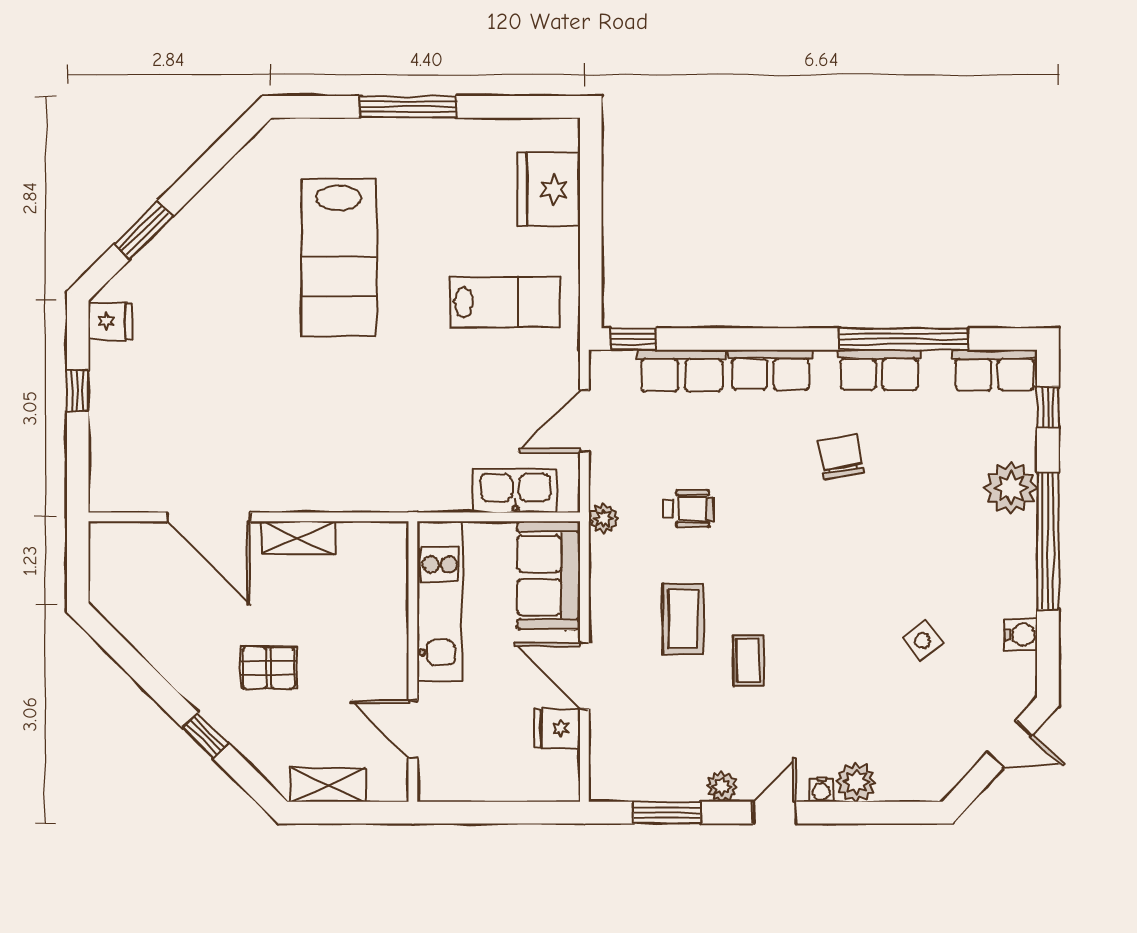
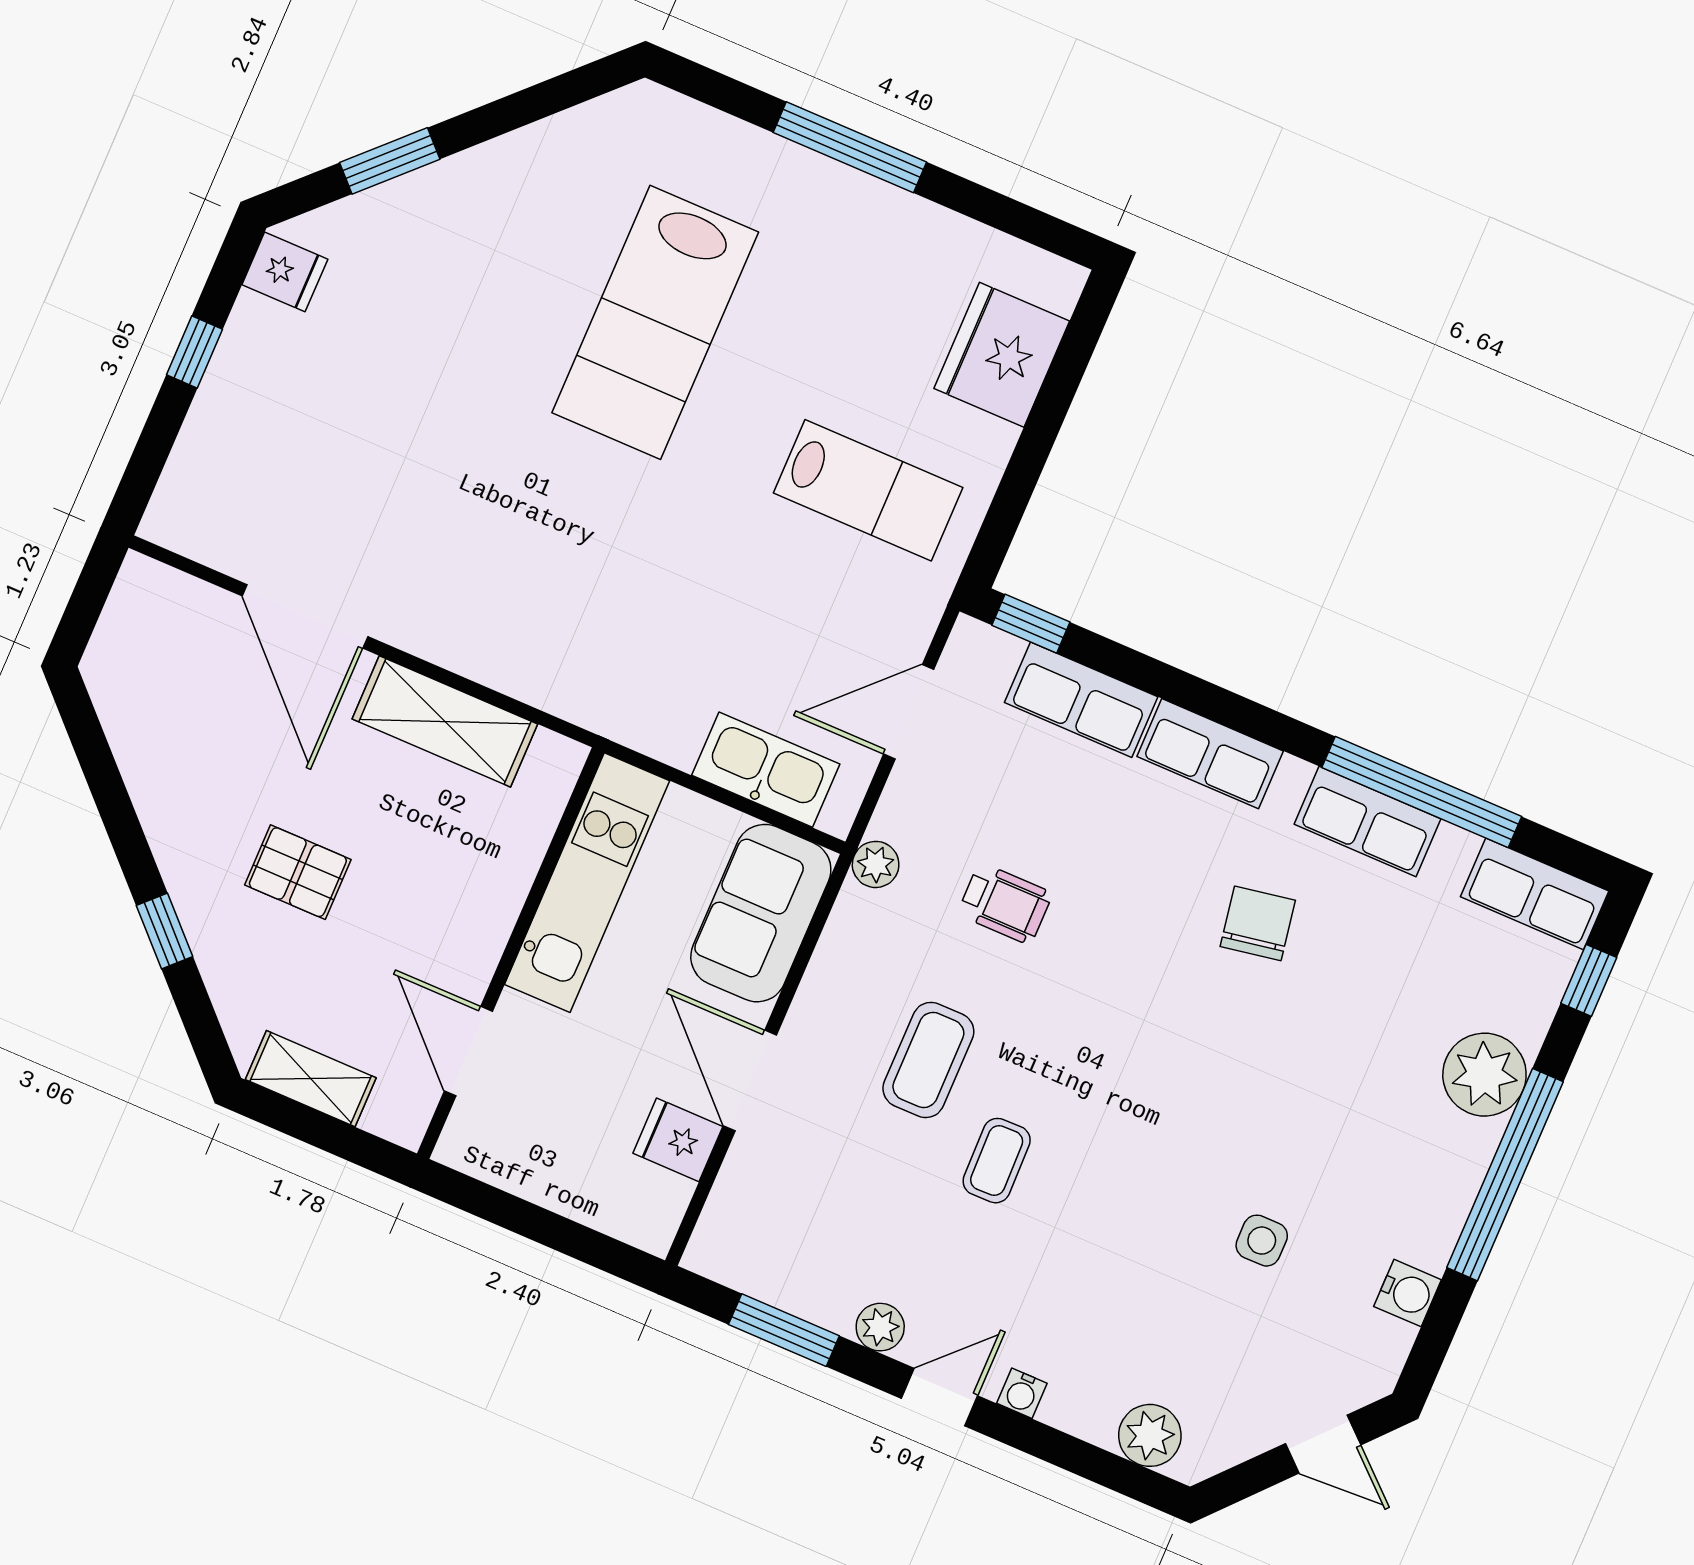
shelving: (298, 538) -> (445, 721), width x1.50, depth x1.33
side table: (923, 641) -> (1262, 1241), turned 36
plant: (856, 782) -> (1150, 1435), moved

